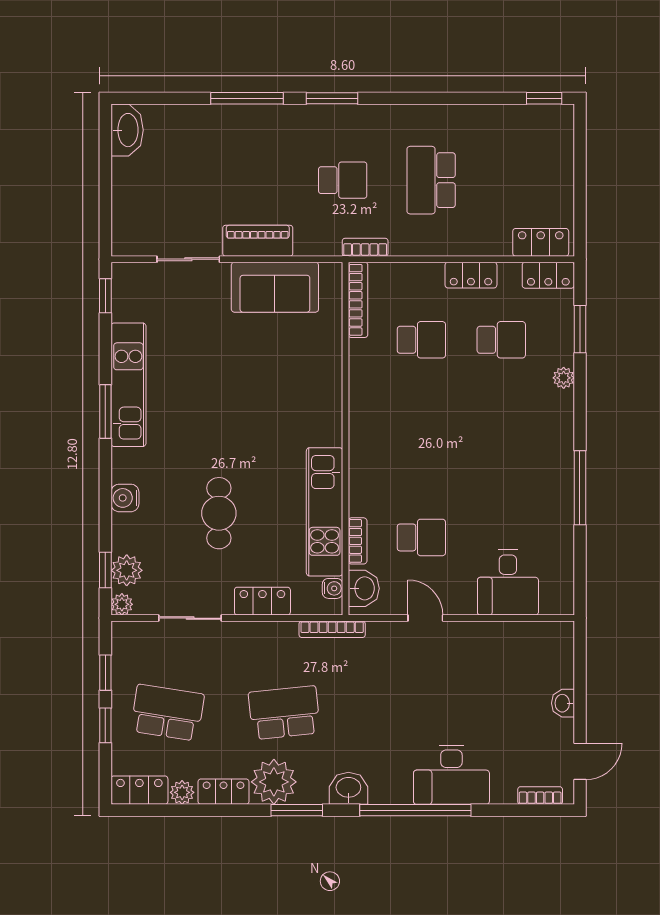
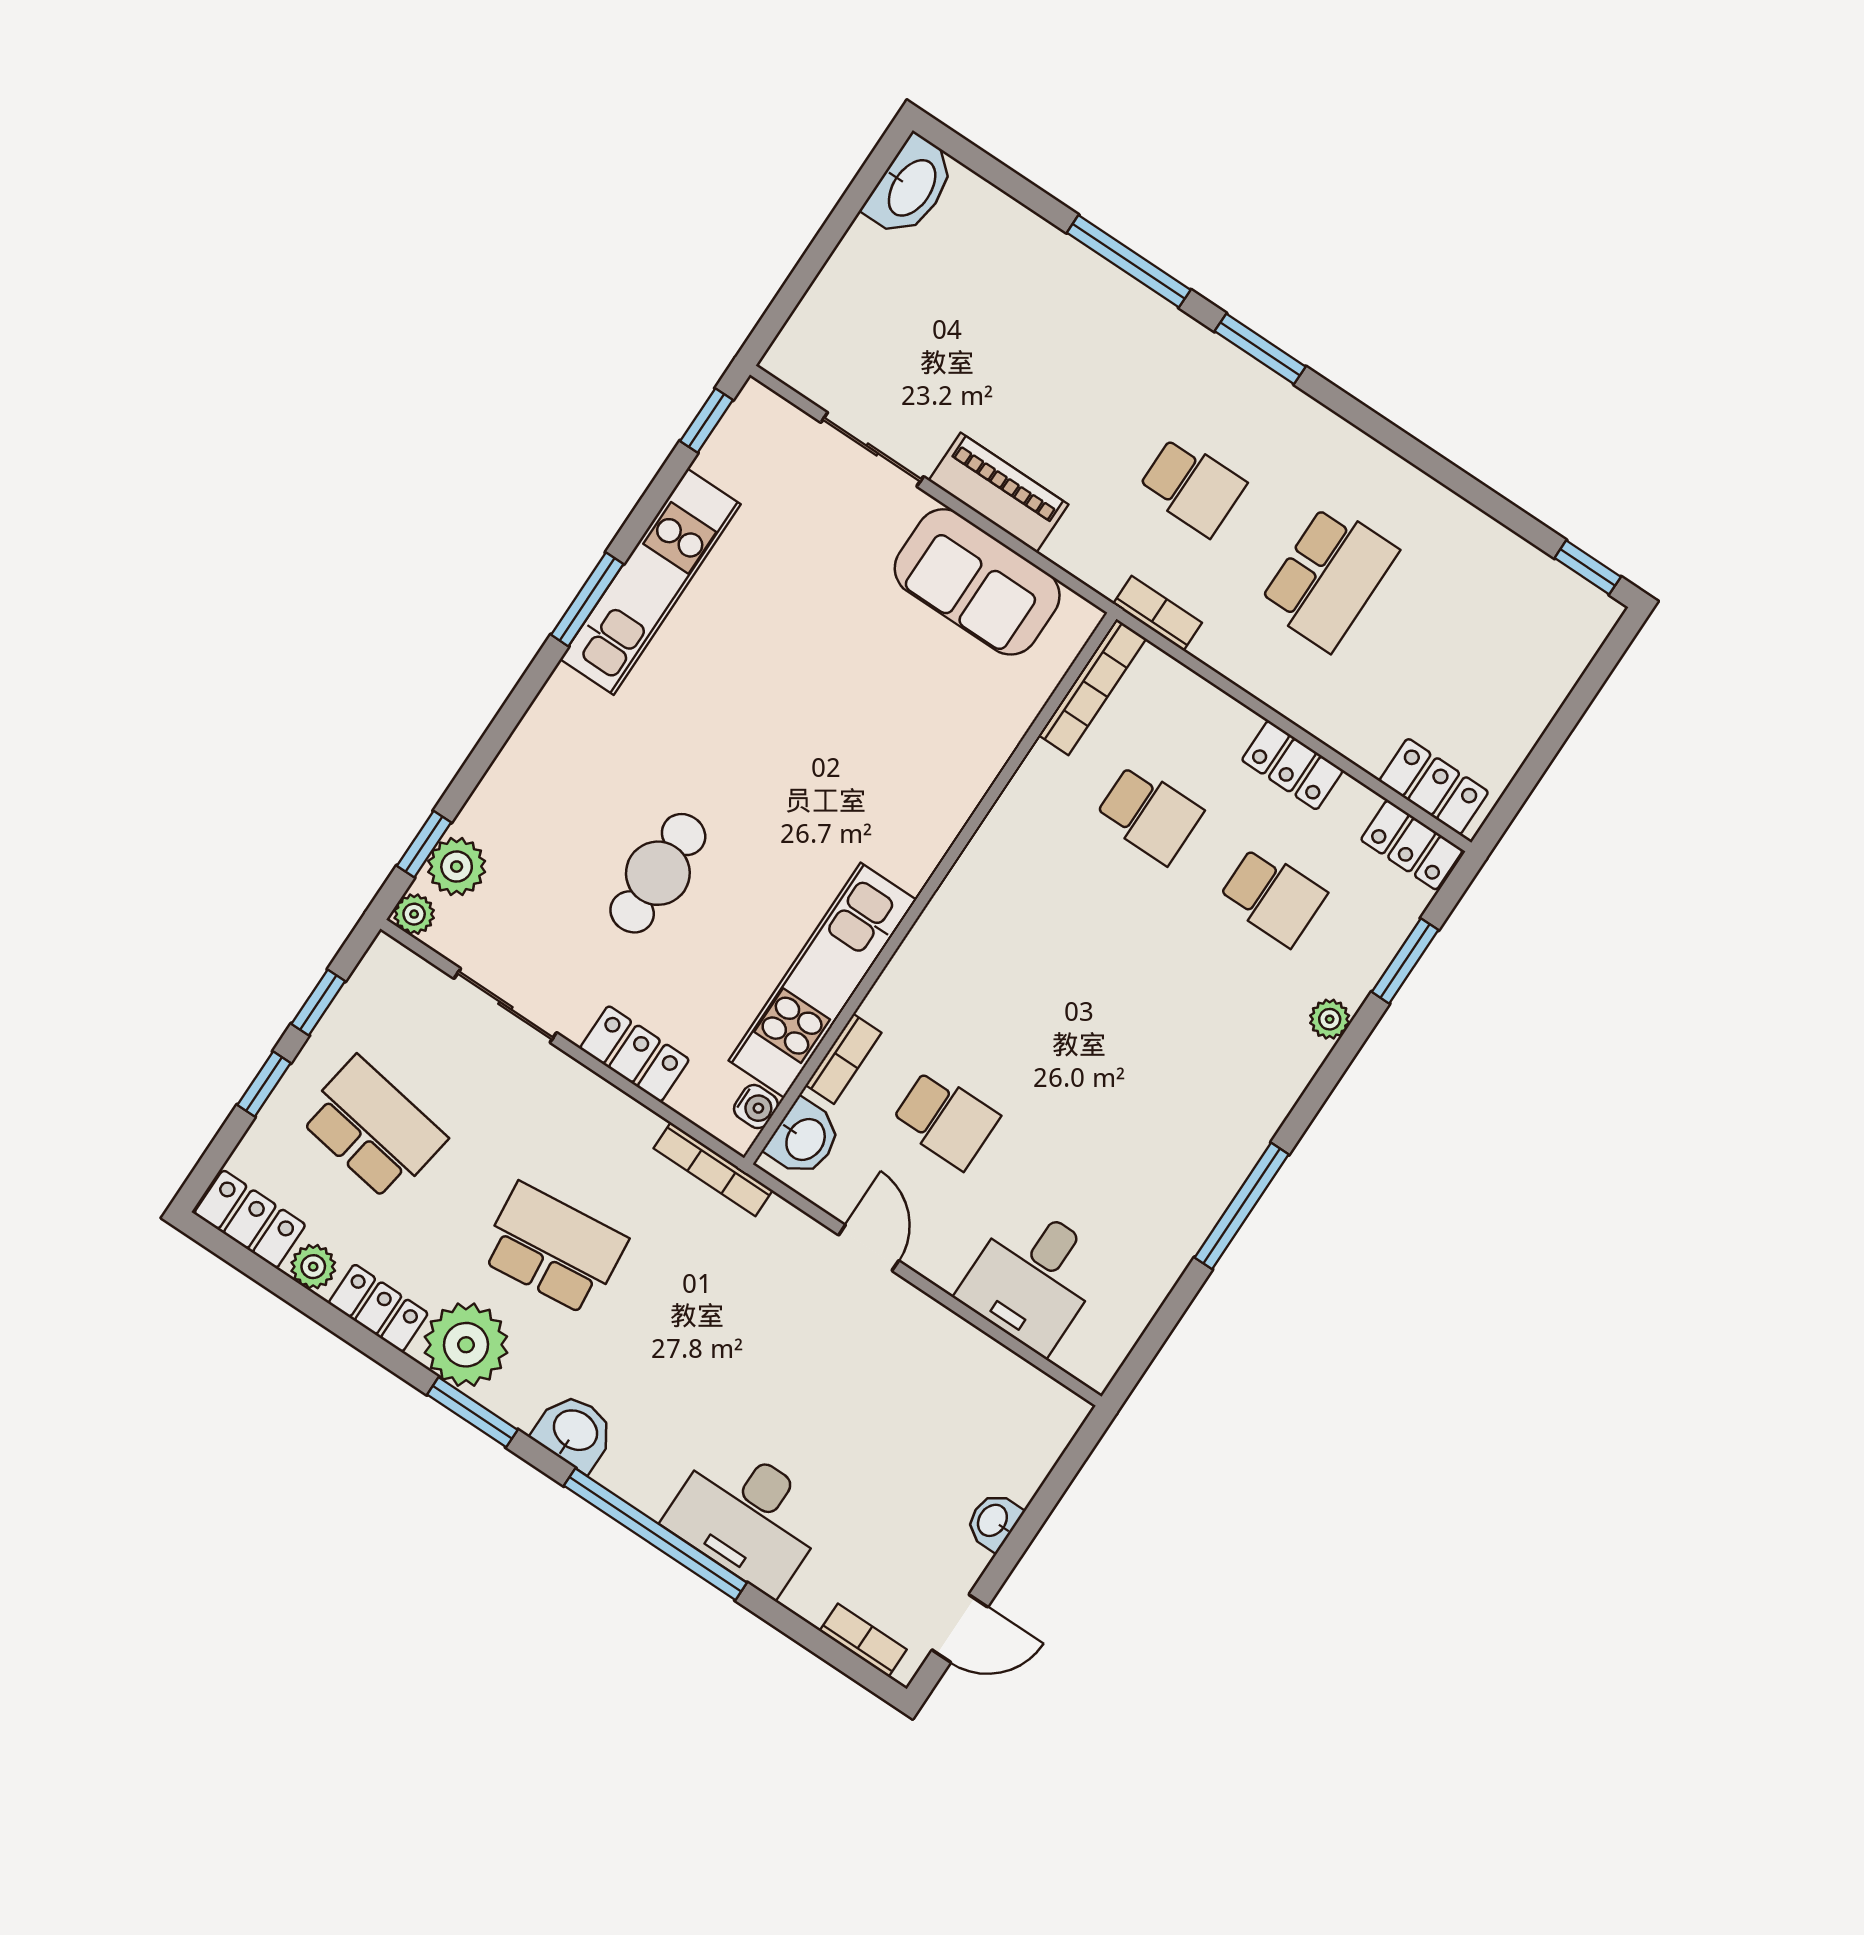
school desk: (431, 180) -> (1329, 577), turned 180
water cooler: (125, 498) -> (528, 753), removed

